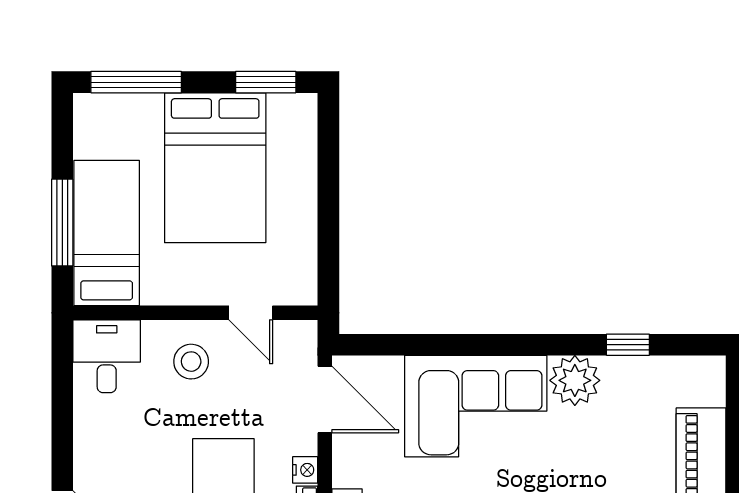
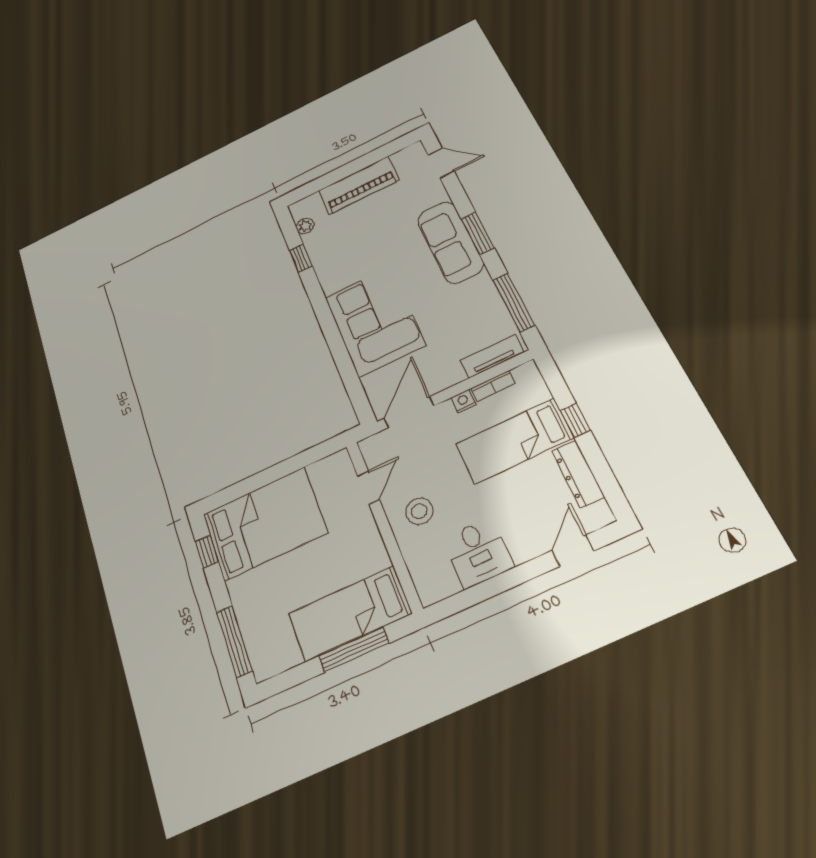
window: (266, 82) -> (207, 552), width x0.67
bed: (215, 168) -> (265, 524), moved
desk: (107, 356) -> (478, 552), moved, turned -90
plant: (575, 380) -> (305, 226), moved, width x0.53, depth x0.53

